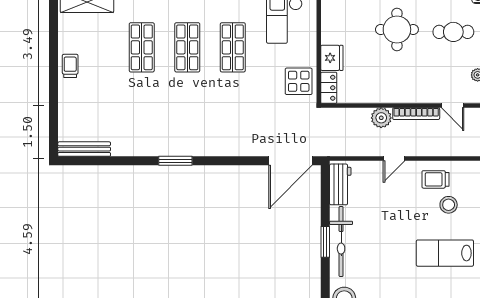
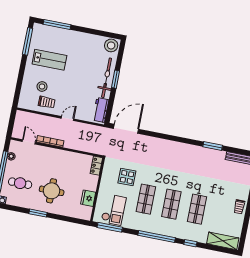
fridge: (332, 58) -> (88, 198), moved
display table: (299, 81) -> (127, 177), moved
plant: (381, 118) -> (70, 143), removed
window: (175, 161) -> (213, 146), moved

